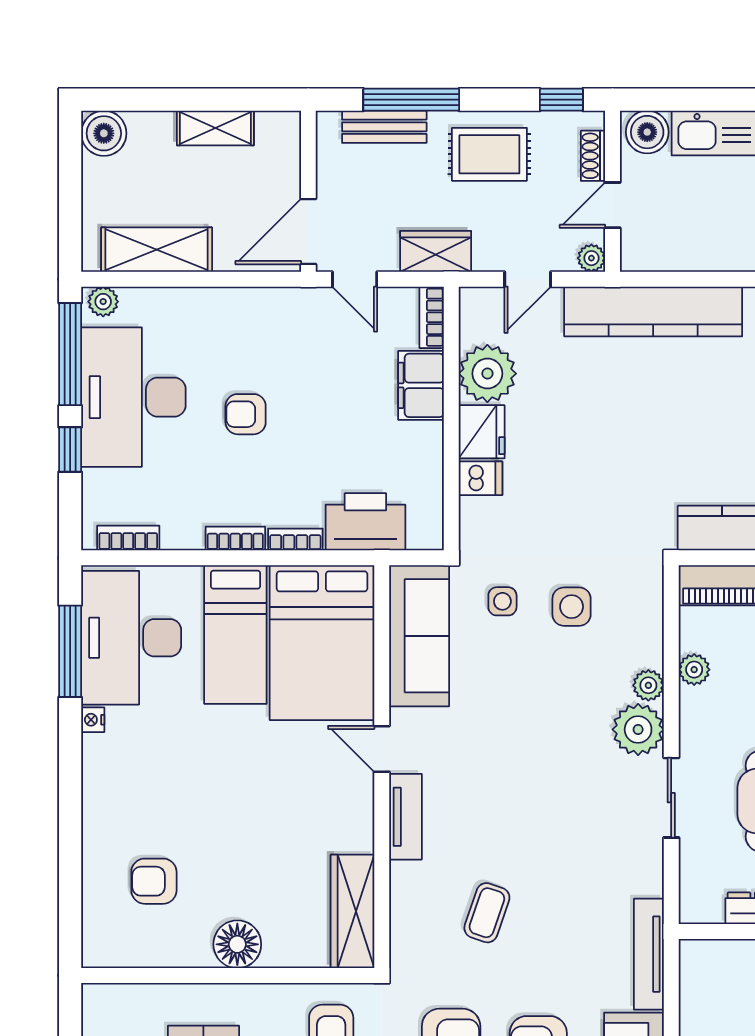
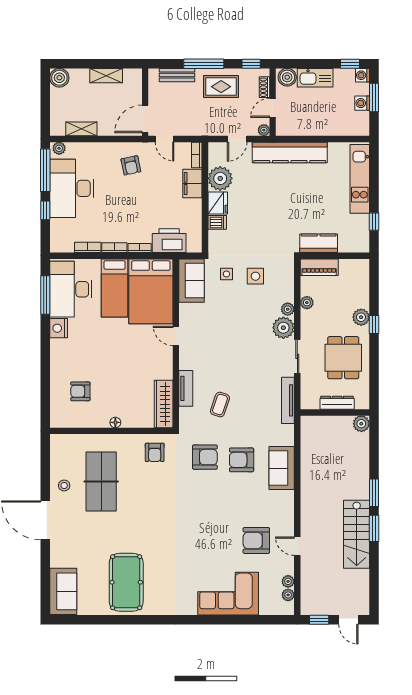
window: (411, 100) -> (204, 64), moved
shelving: (157, 250) -> (81, 129), width x0.67, depth x0.75
wardrobe: (436, 251) -> (198, 127), removed
armchair: (246, 414) -> (131, 165), moved, turned -102
bookcase: (128, 538) -> (88, 247), moved
sofa: (419, 636) -> (192, 281), width x0.73
nightstand: (93, 720) -> (59, 328), width x1.89, depth x1.79
tv unit: (405, 817) -> (186, 388), moved
floor lamp: (237, 944) -> (115, 422), width x0.53, depth x0.53
tv unit: (649, 954) -> (288, 400), moved

